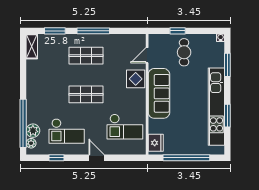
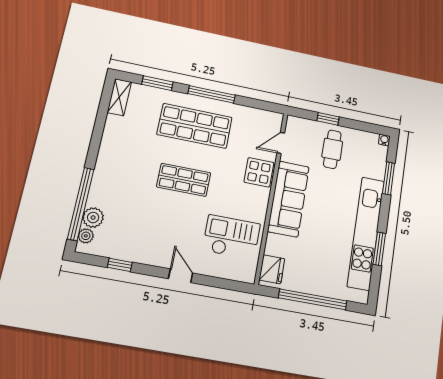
shop shelf: (86, 56) -> (195, 126), width x1.43, depth x1.36
checkout: (125, 127) -> (231, 237), turned 180
checkout: (67, 131) -> (144, 228), removed

